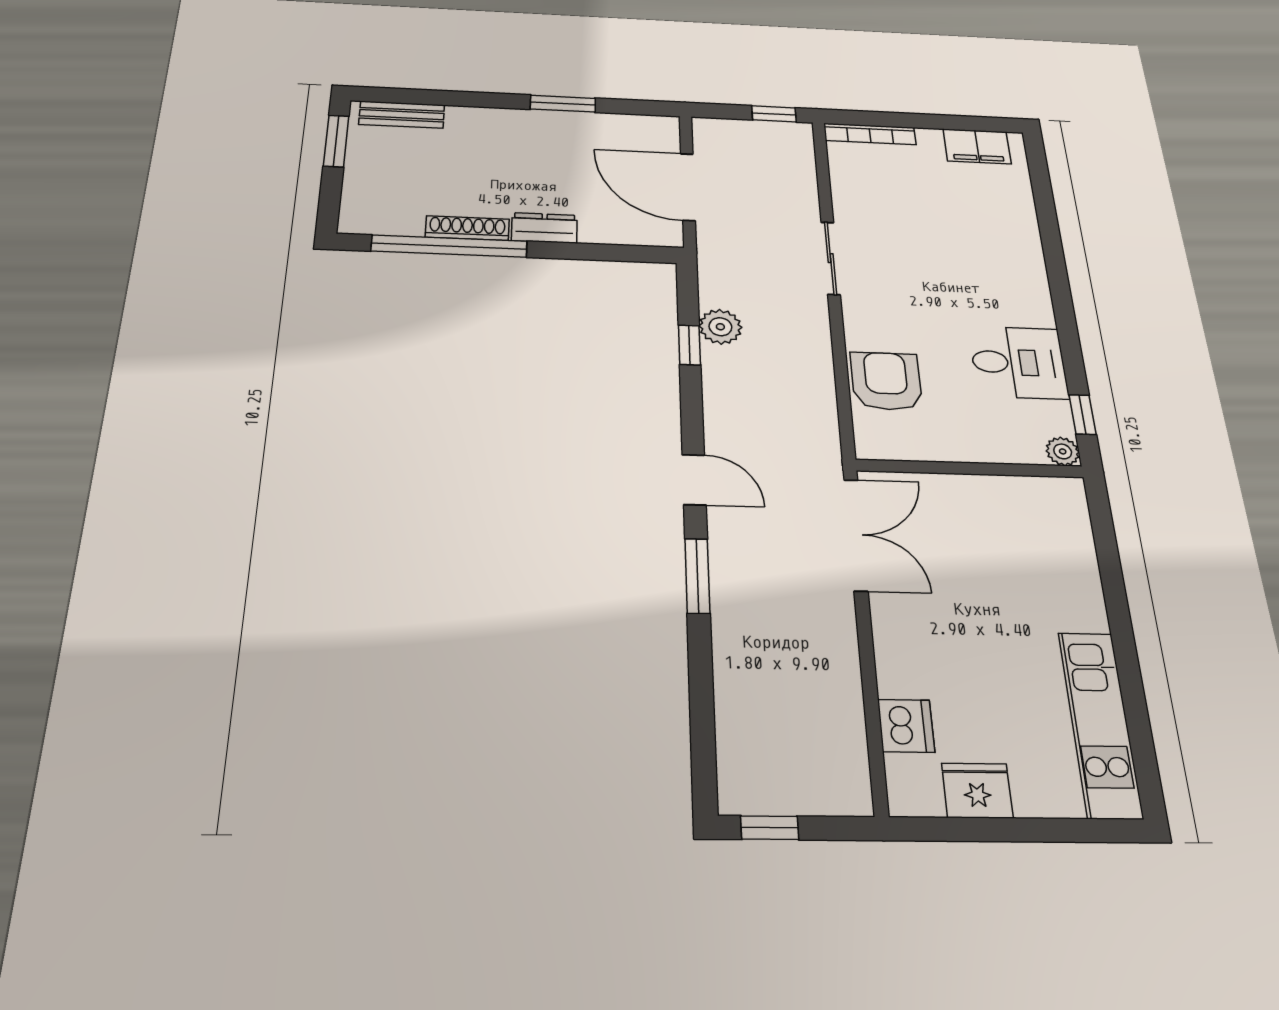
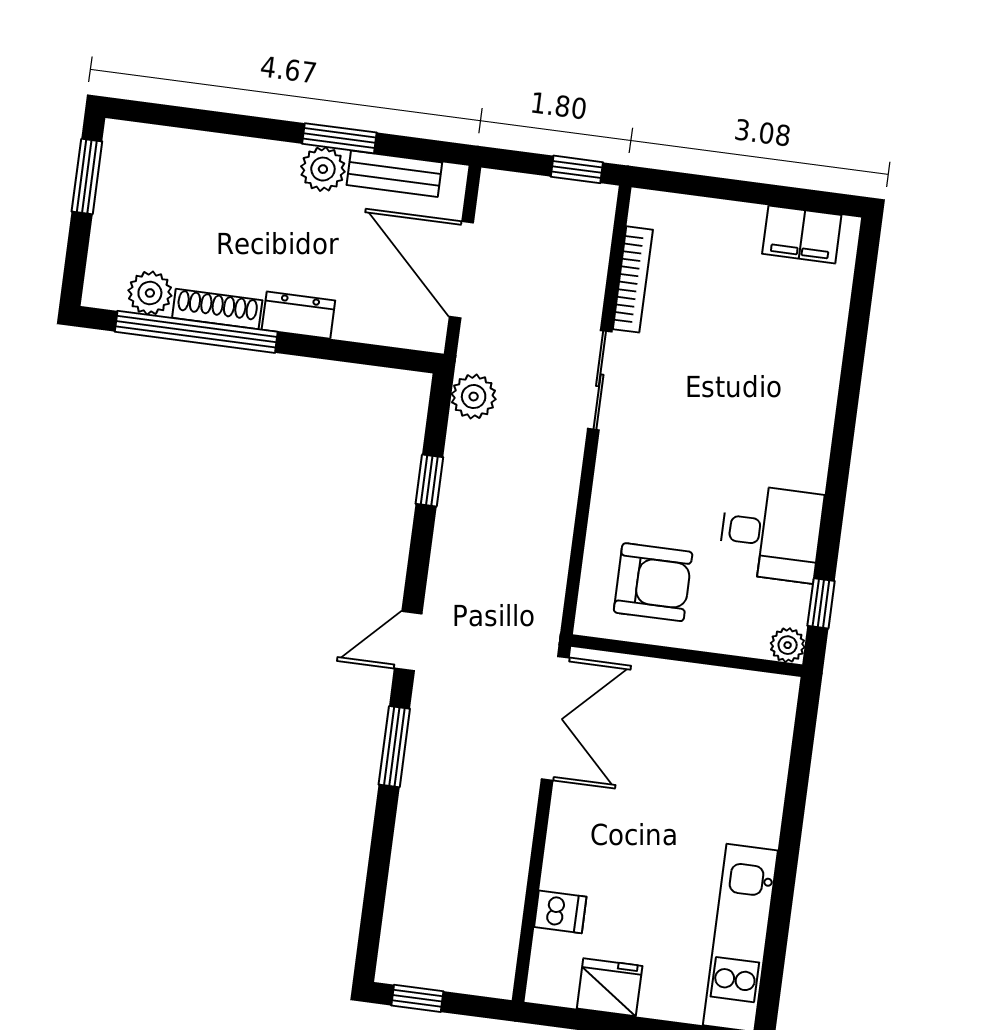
bench: (402, 115) -> (394, 174), moved
plant: (551, 125) -> (323, 169), added
bookcase: (870, 134) -> (633, 279), moved, turned -90
plant: (402, 220) -> (150, 293), added
plant: (720, 327) -> (474, 397), moved
armchair: (886, 381) -> (653, 582), moved, turned 90
door: (694, 480) -> (408, 641), swing flipped
dishwasher: (906, 726) -> (560, 912), width x0.73

